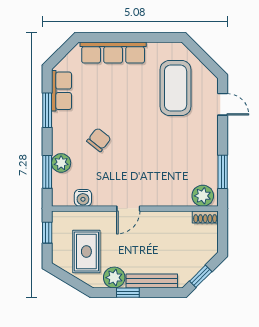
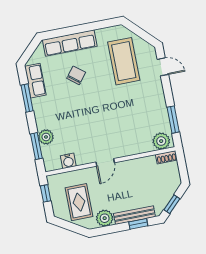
chair: (99, 140) -> (76, 75), moved
window: (128, 293) -> (138, 224), moved

